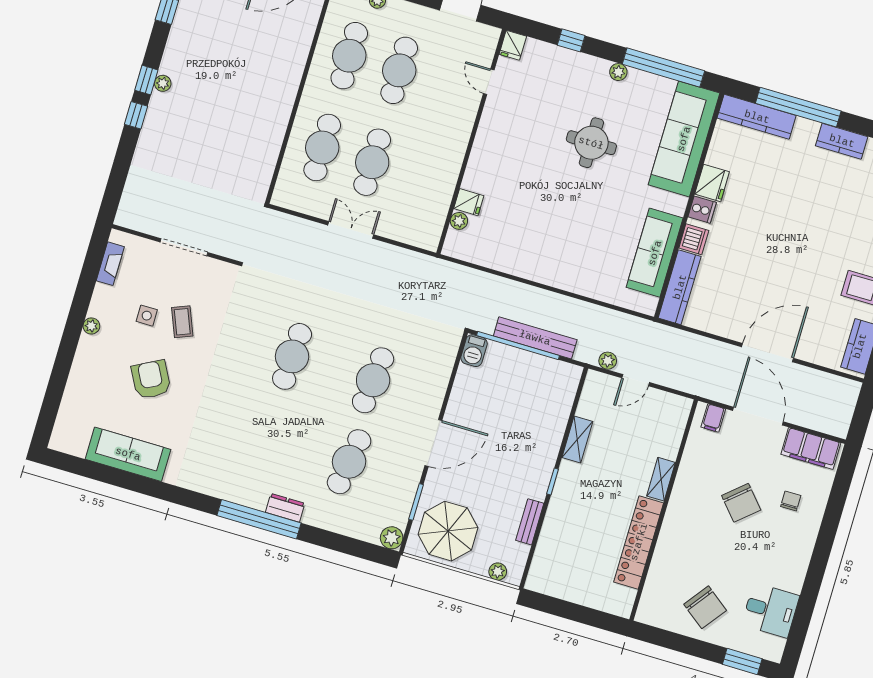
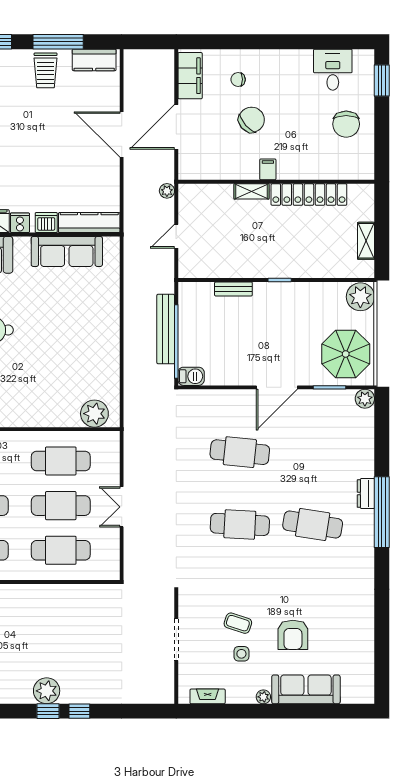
plant: (163, 83) -> (47, 691), width x1.87, depth x1.87
cafe table: (422, 177) -> (61, 461), added
fridge: (469, 202) -> (70, 417), removed
plant: (459, 221) -> (94, 414), width x1.88, depth x1.88
coffee table: (182, 322) -> (238, 623), turned 40
plant: (608, 361) -> (167, 191), moved
armchair: (151, 379) -> (293, 635), turned -62
door: (636, 380) -> (176, 236), swing flipped
filing cabinet: (713, 418) -> (268, 169), moved, turned -90
shelving: (577, 440) -> (366, 241), moved, turned 90
door: (433, 443) -> (277, 387), swing flipped
sofa: (128, 454) -> (306, 689), moved, turned 90
cafe table: (349, 462) -> (313, 524), moved
bench: (530, 522) -> (233, 289), moved
plant: (498, 572) -> (360, 297), width x1.87, depth x1.87
chair: (705, 607) -> (346, 124), turned 143

